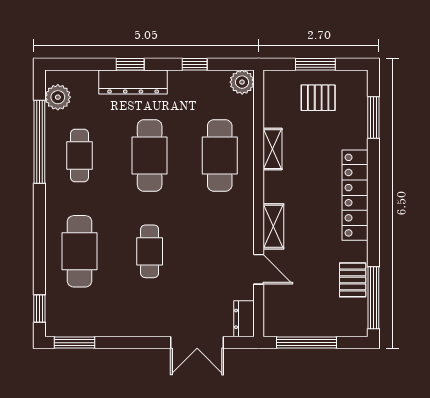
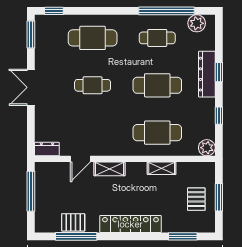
window: (373, 298) -> (76, 236), moved
double door: (197, 343) -> (31, 87), moved

